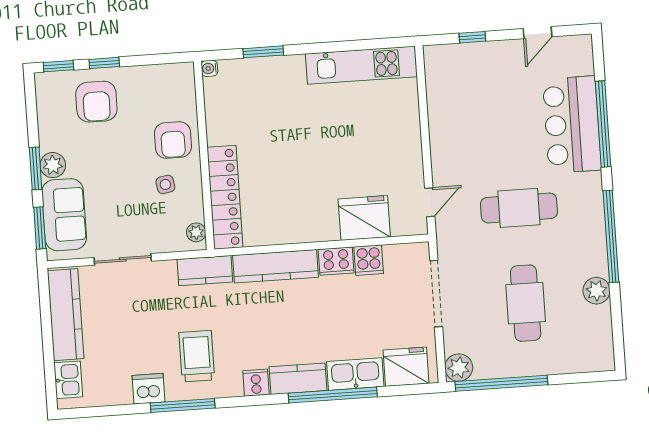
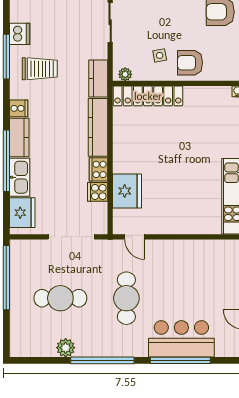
plant: (459, 368) -> (19, 249), removed

